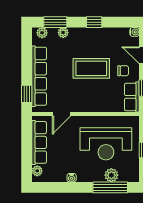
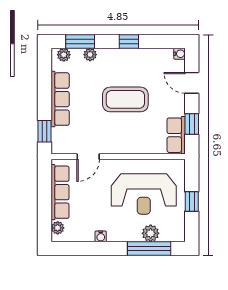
chair: (123, 71) -> (165, 102), removed
row of seats: (39, 76) -> (60, 99), width x0.73

